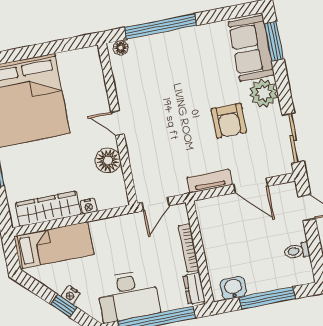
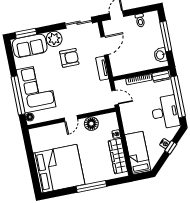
corner sofa: (173, 59) -> (36, 88), added

